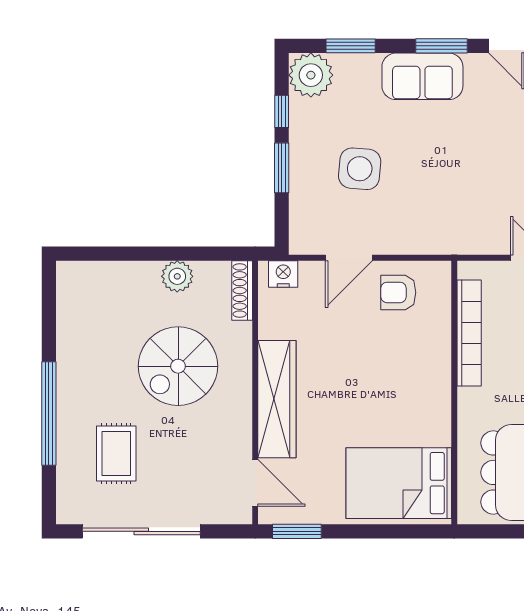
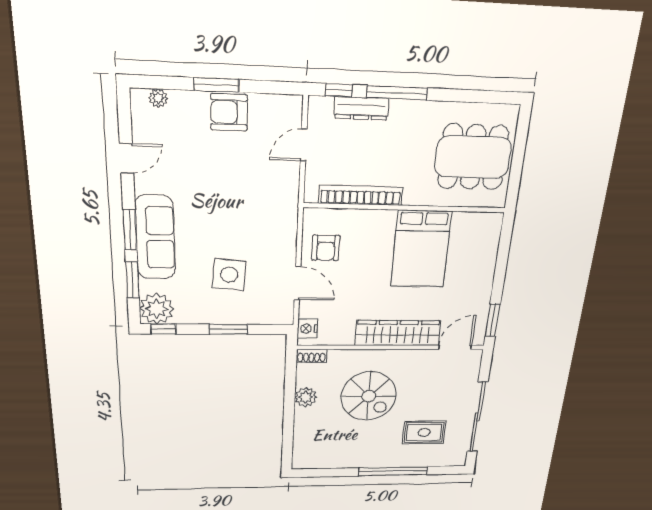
window: (441, 46) -> (130, 230), moved
sofa: (422, 76) -> (155, 238), width x1.36
window: (282, 111) -> (163, 329), moved
shoe rack: (242, 291) -> (312, 356), width x0.70
bed: (399, 483) -> (421, 249), moved

